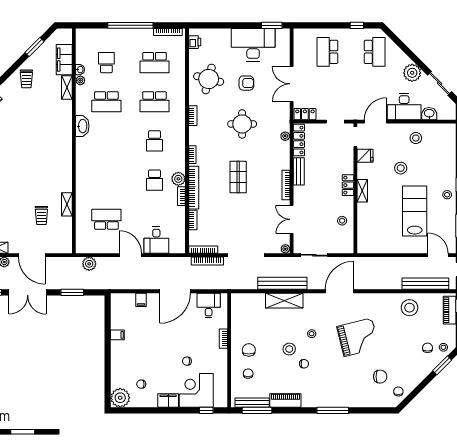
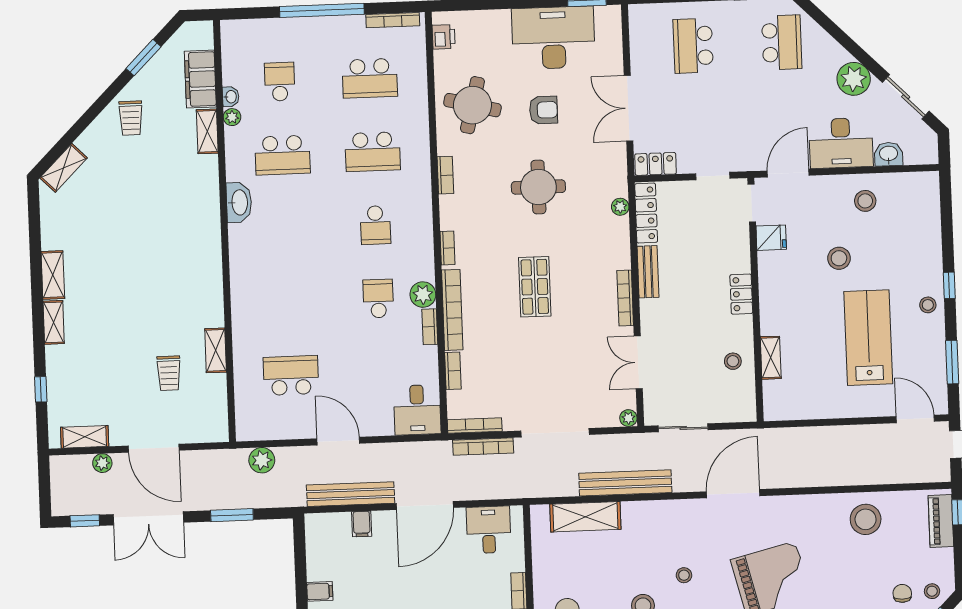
school desk: (155, 180) -> (378, 299), turned 180
shelving: (362, 191) -> (771, 358), moved
desk: (156, 240) -> (417, 410), moved
bench: (425, 284) -> (351, 494), moved
shelving: (284, 301) -> (585, 517), moved

